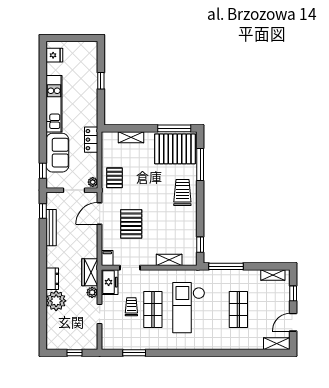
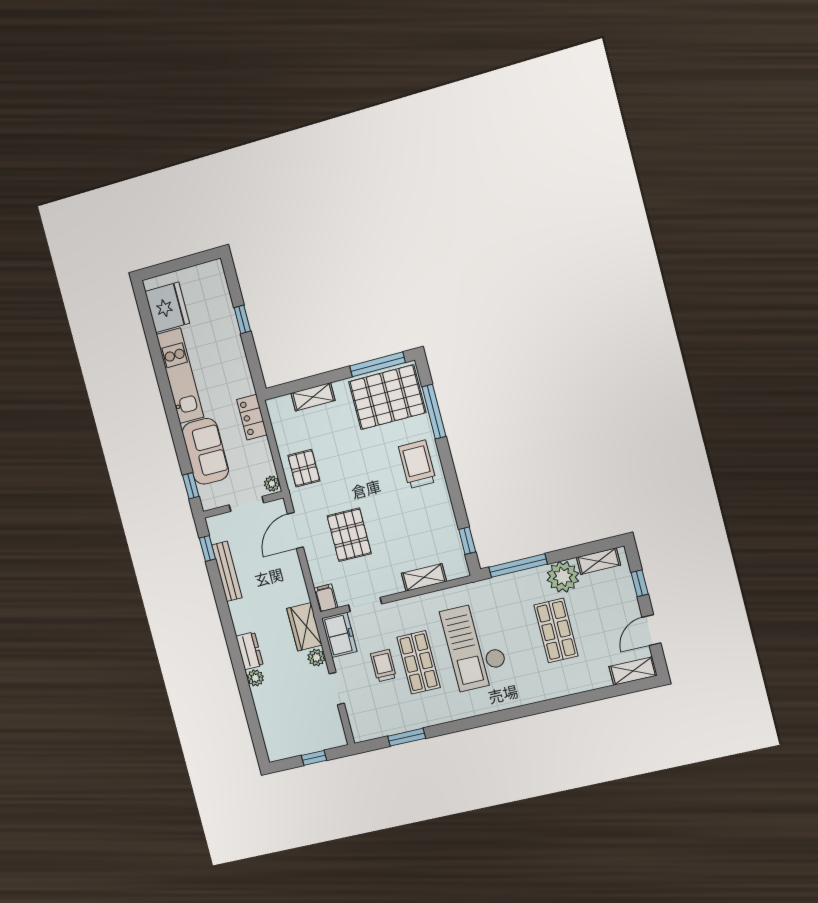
fridge: (54, 55) -> (167, 307), width x1.88, depth x1.34
plant: (250, 279) -> (563, 577), added
plant: (56, 301) -> (255, 678), width x0.53, depth x0.53

